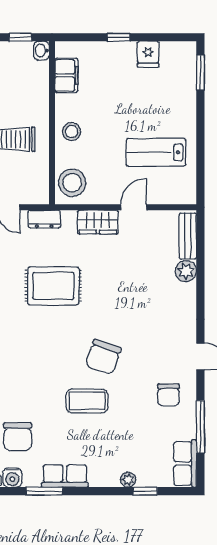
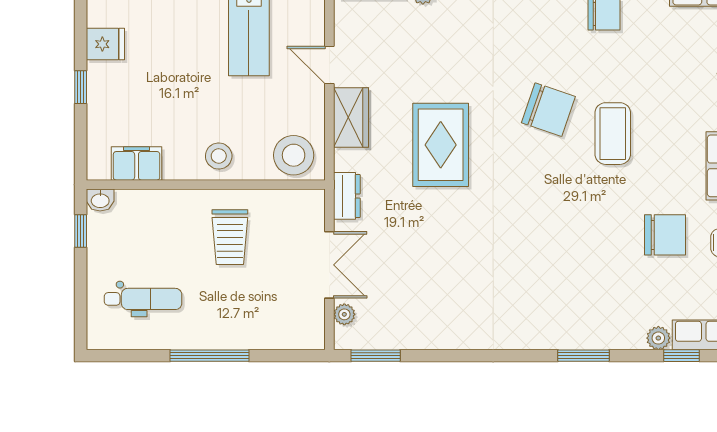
rug: (53, 286) -> (441, 145), moved

